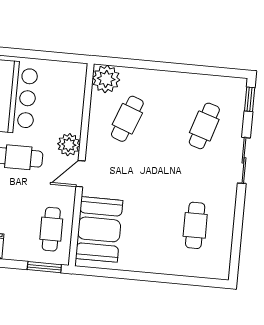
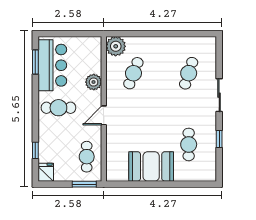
window: (250, 99) -> (219, 139), moved
plant: (69, 145) -> (94, 82), moved
booth: (99, 229) -> (151, 166), moved, turned 90

